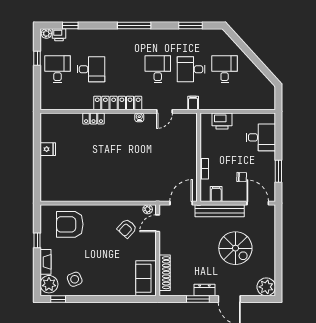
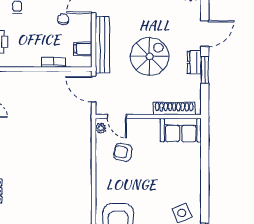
armchair: (127, 228) -> (123, 152), turned 149
spiral stairs: (235, 248) -> (150, 57), moved

